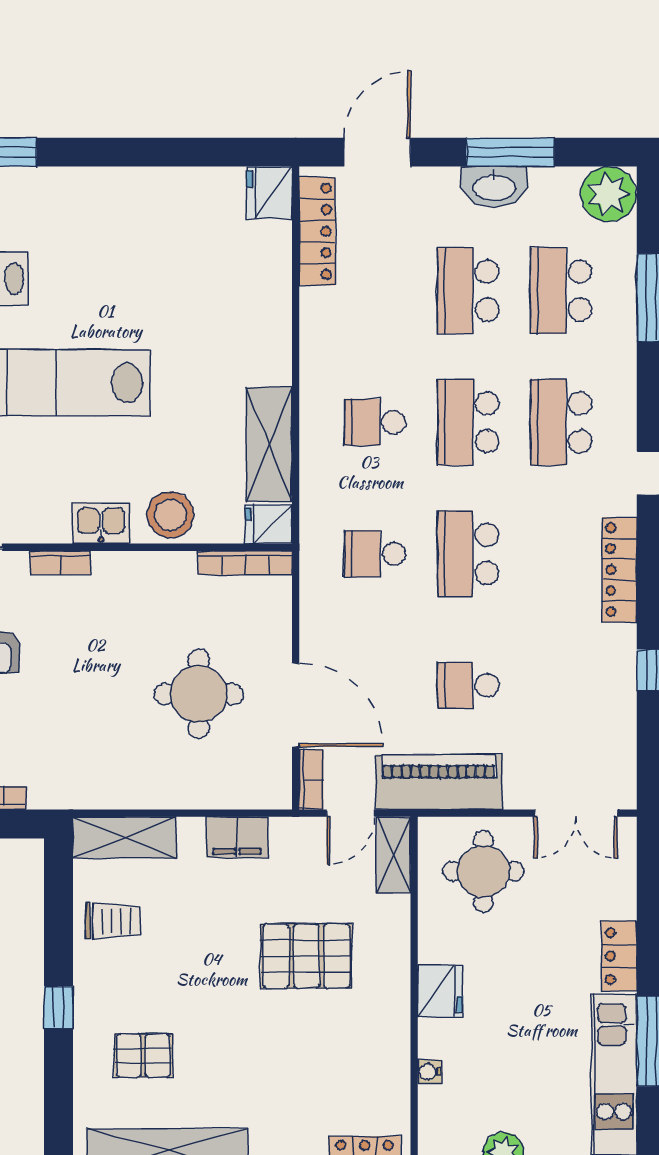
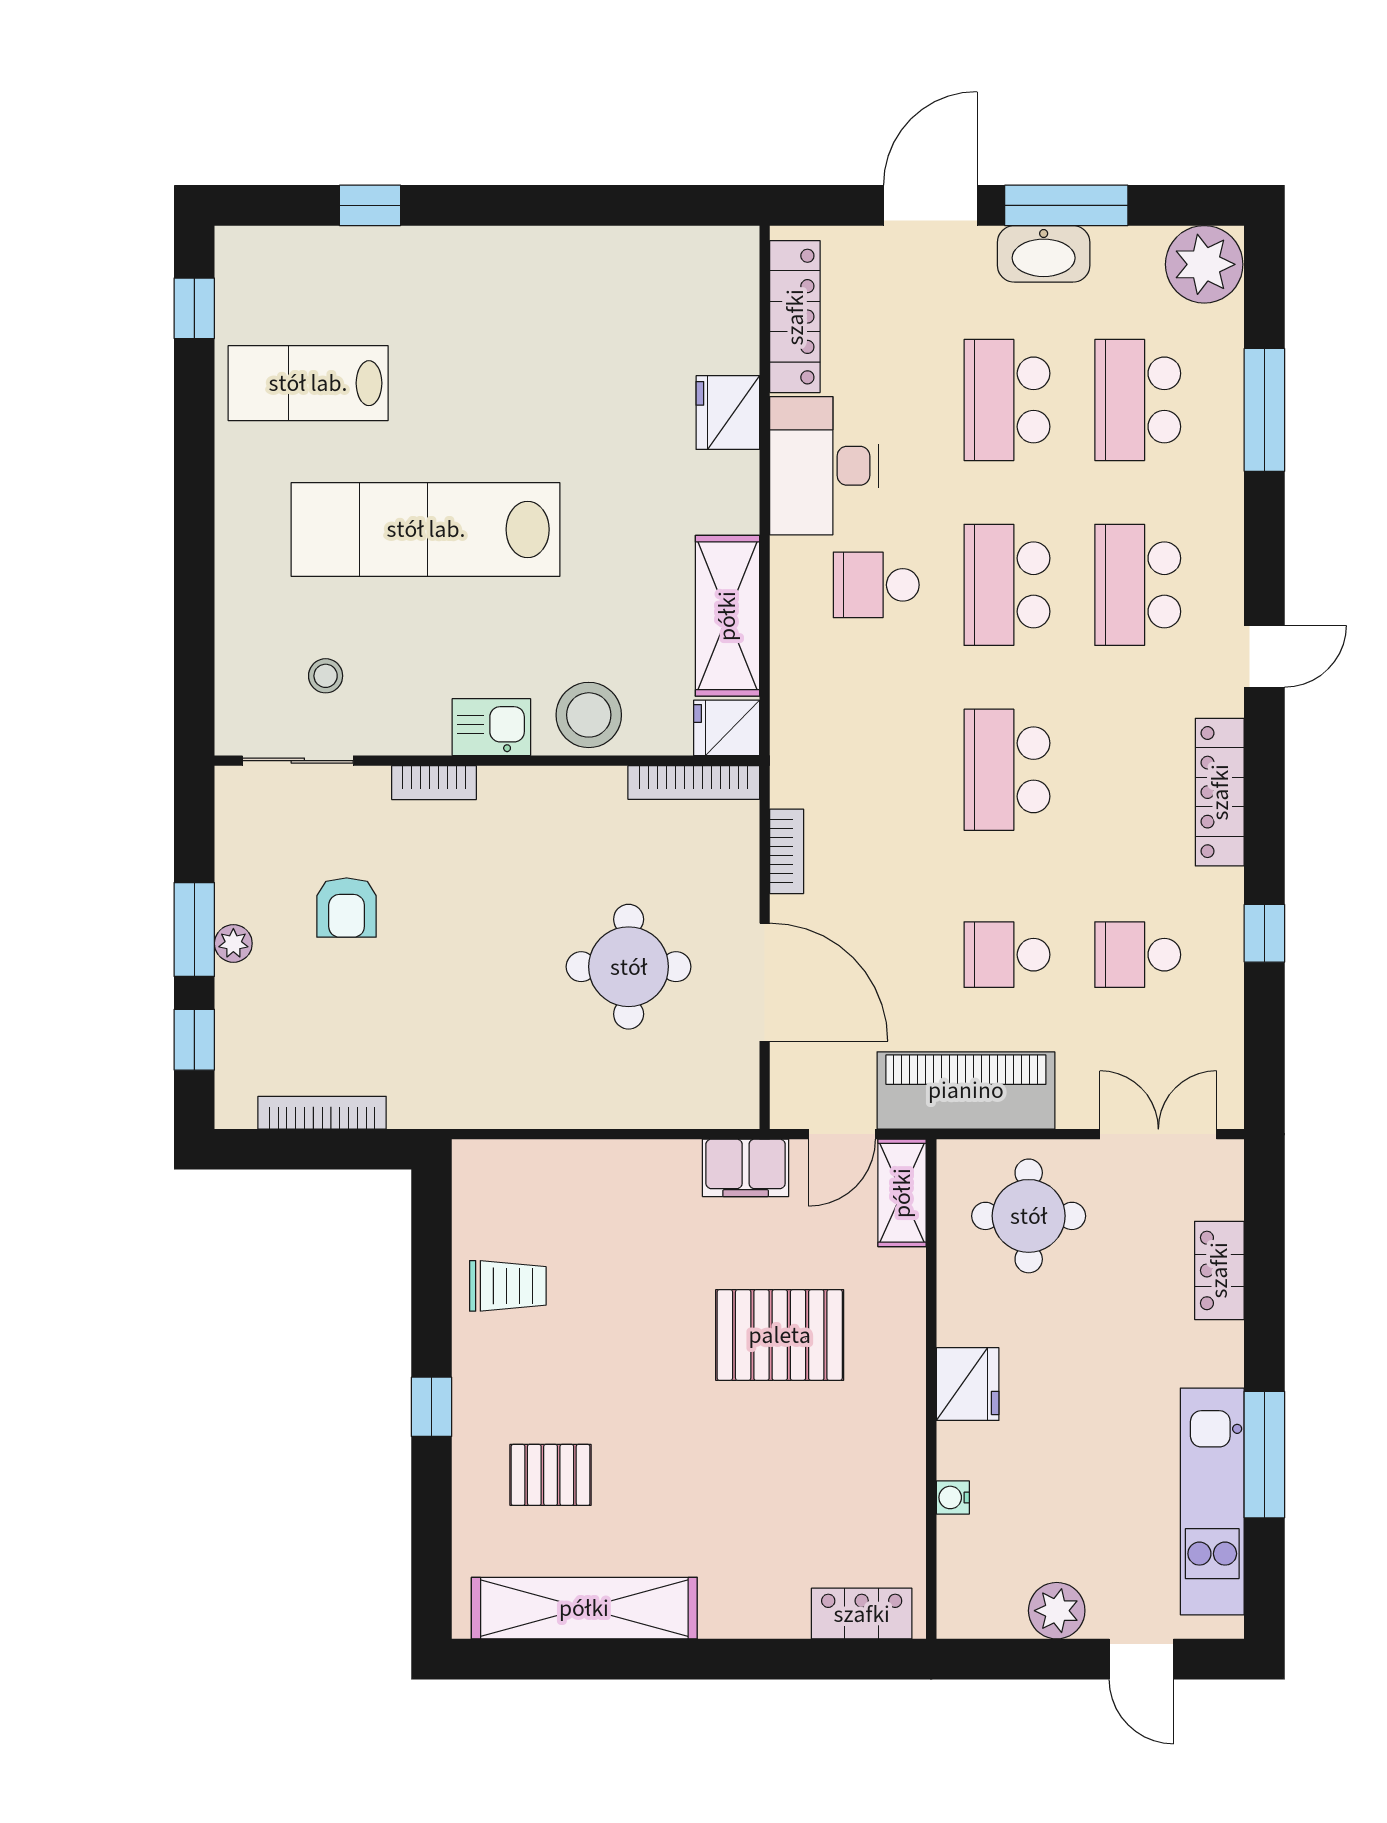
door: (377, 152) -> (930, 205), moved
fridge: (269, 193) -> (728, 413), moved
desk: (338, 337) -> (824, 466), added
school desk: (375, 554) -> (1138, 955), moved
bookcase: (311, 779) -> (787, 851), moved
double door: (576, 813) -> (1158, 1134), swing flipped
shelving: (125, 837) -> (524, 1168), removed
filing cabinet: (237, 837) -> (746, 1168), moved
locker: (619, 956) -> (1219, 1270), moved

